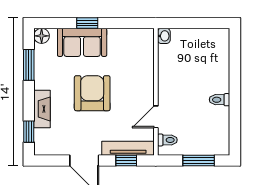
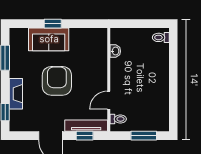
floor lamp: (42, 36) -> (16, 34), removed
washbasin: (164, 36) -> (115, 51), moved
toilet: (220, 100) -> (161, 37), moved

